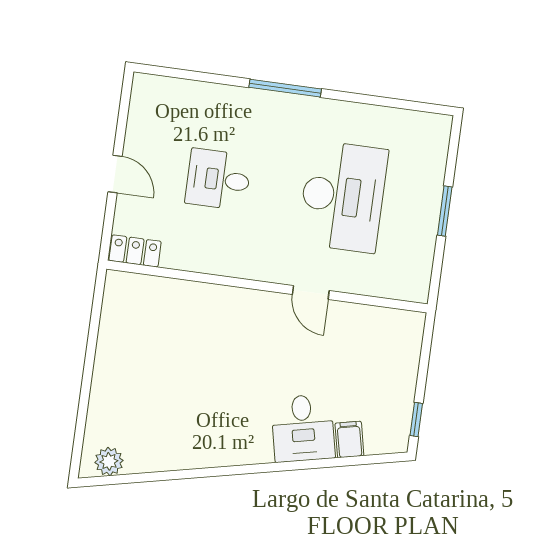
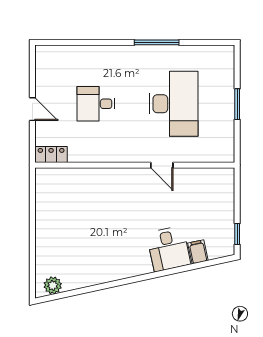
window: (285, 88) -> (157, 42), moved

